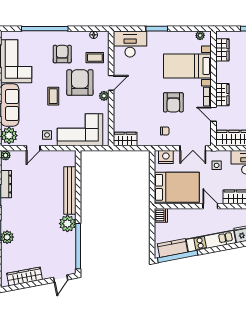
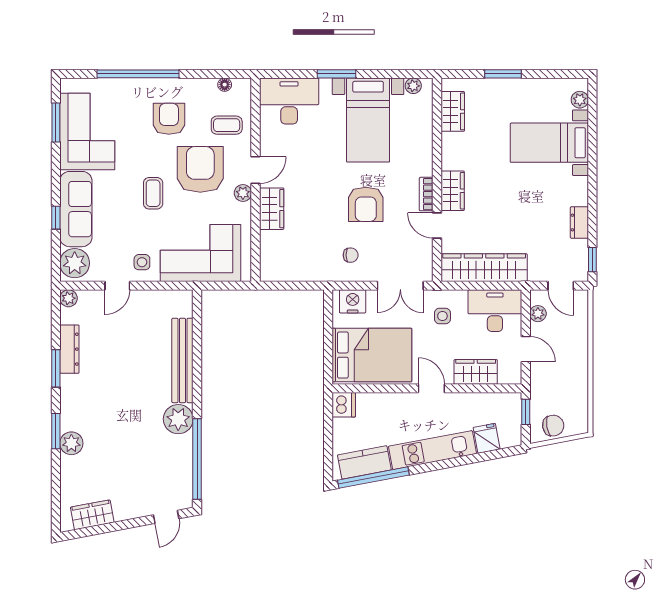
bed with nightstands: (187, 66) -> (368, 120), moved, turned -90
wardrobe: (125, 139) -> (272, 209), moved, turned 90
wardrobe: (25, 276) -> (92, 515), width x0.67

